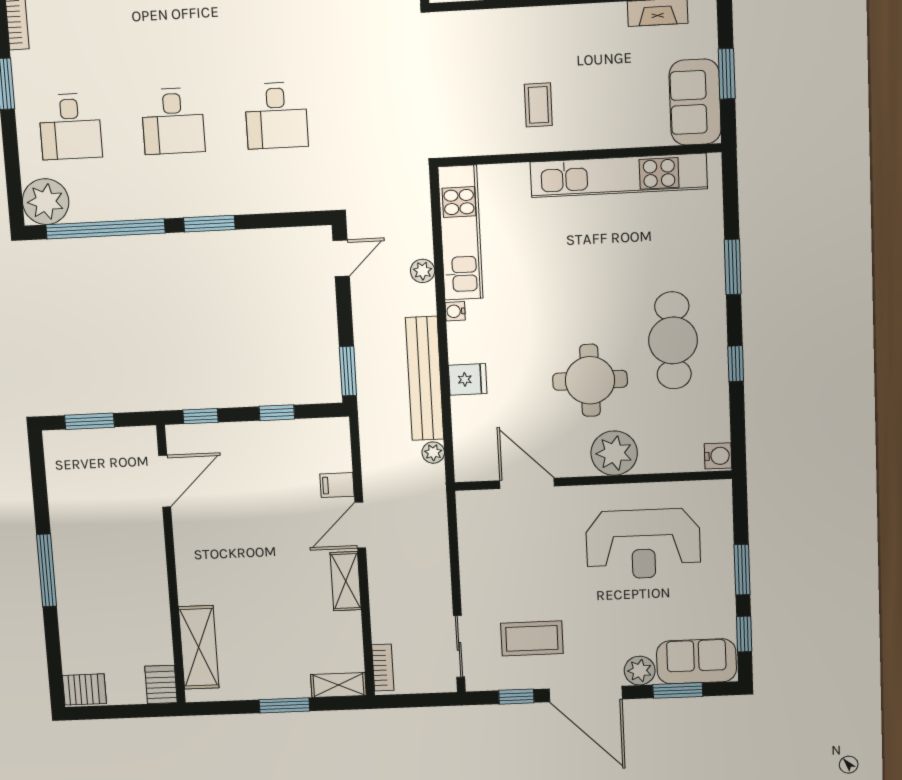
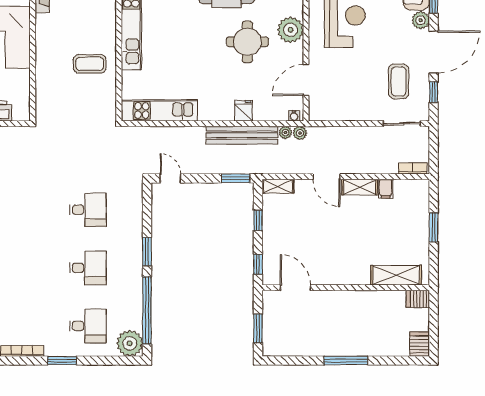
coffee table: (538, 105) -> (90, 64), width x1.36, depth x1.30
plant: (423, 271) -> (300, 133), moved
water cooler: (455, 311) -> (294, 116), moved
filing cabinet: (337, 485) -> (386, 189), moved
shelving: (338, 685) -> (278, 186), moved, turned 90

